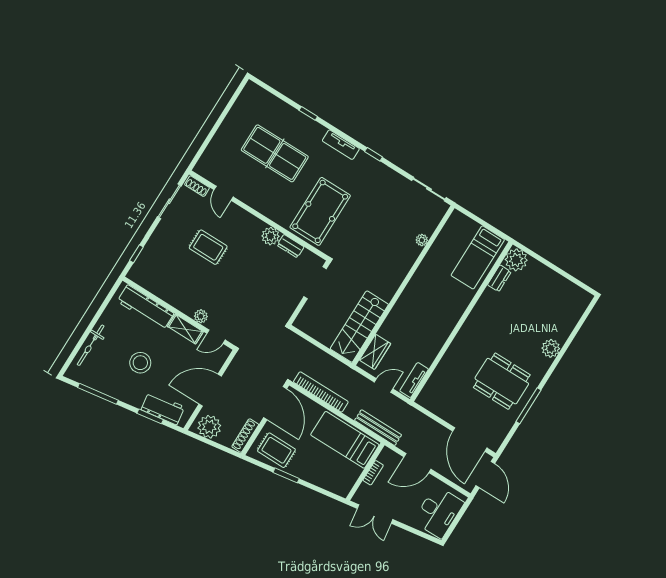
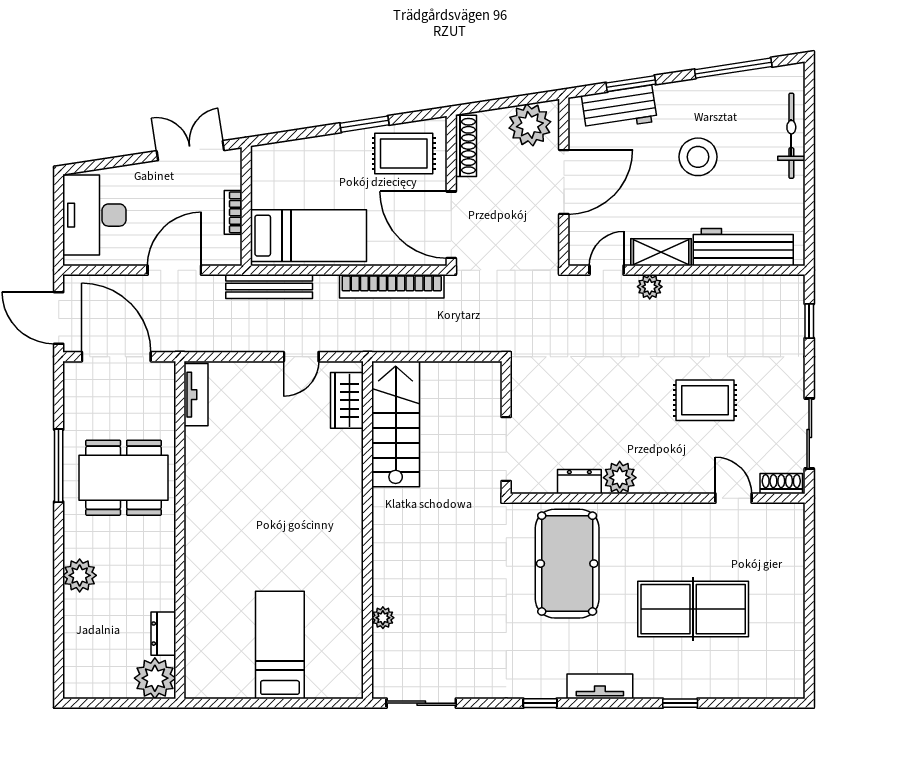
plant: (516, 260) -> (155, 678), moved
dresser: (499, 278) -> (163, 634), moved
wall: (461, 322) -> (180, 530), moved
tv unit: (414, 380) -> (196, 395), moved

